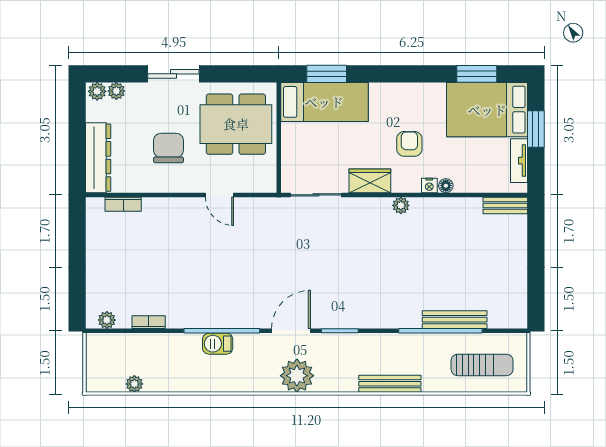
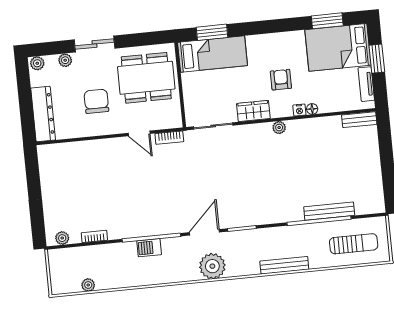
plant: (116, 91) -> (65, 60), moved
bookcase: (123, 204) -> (169, 138), moved

